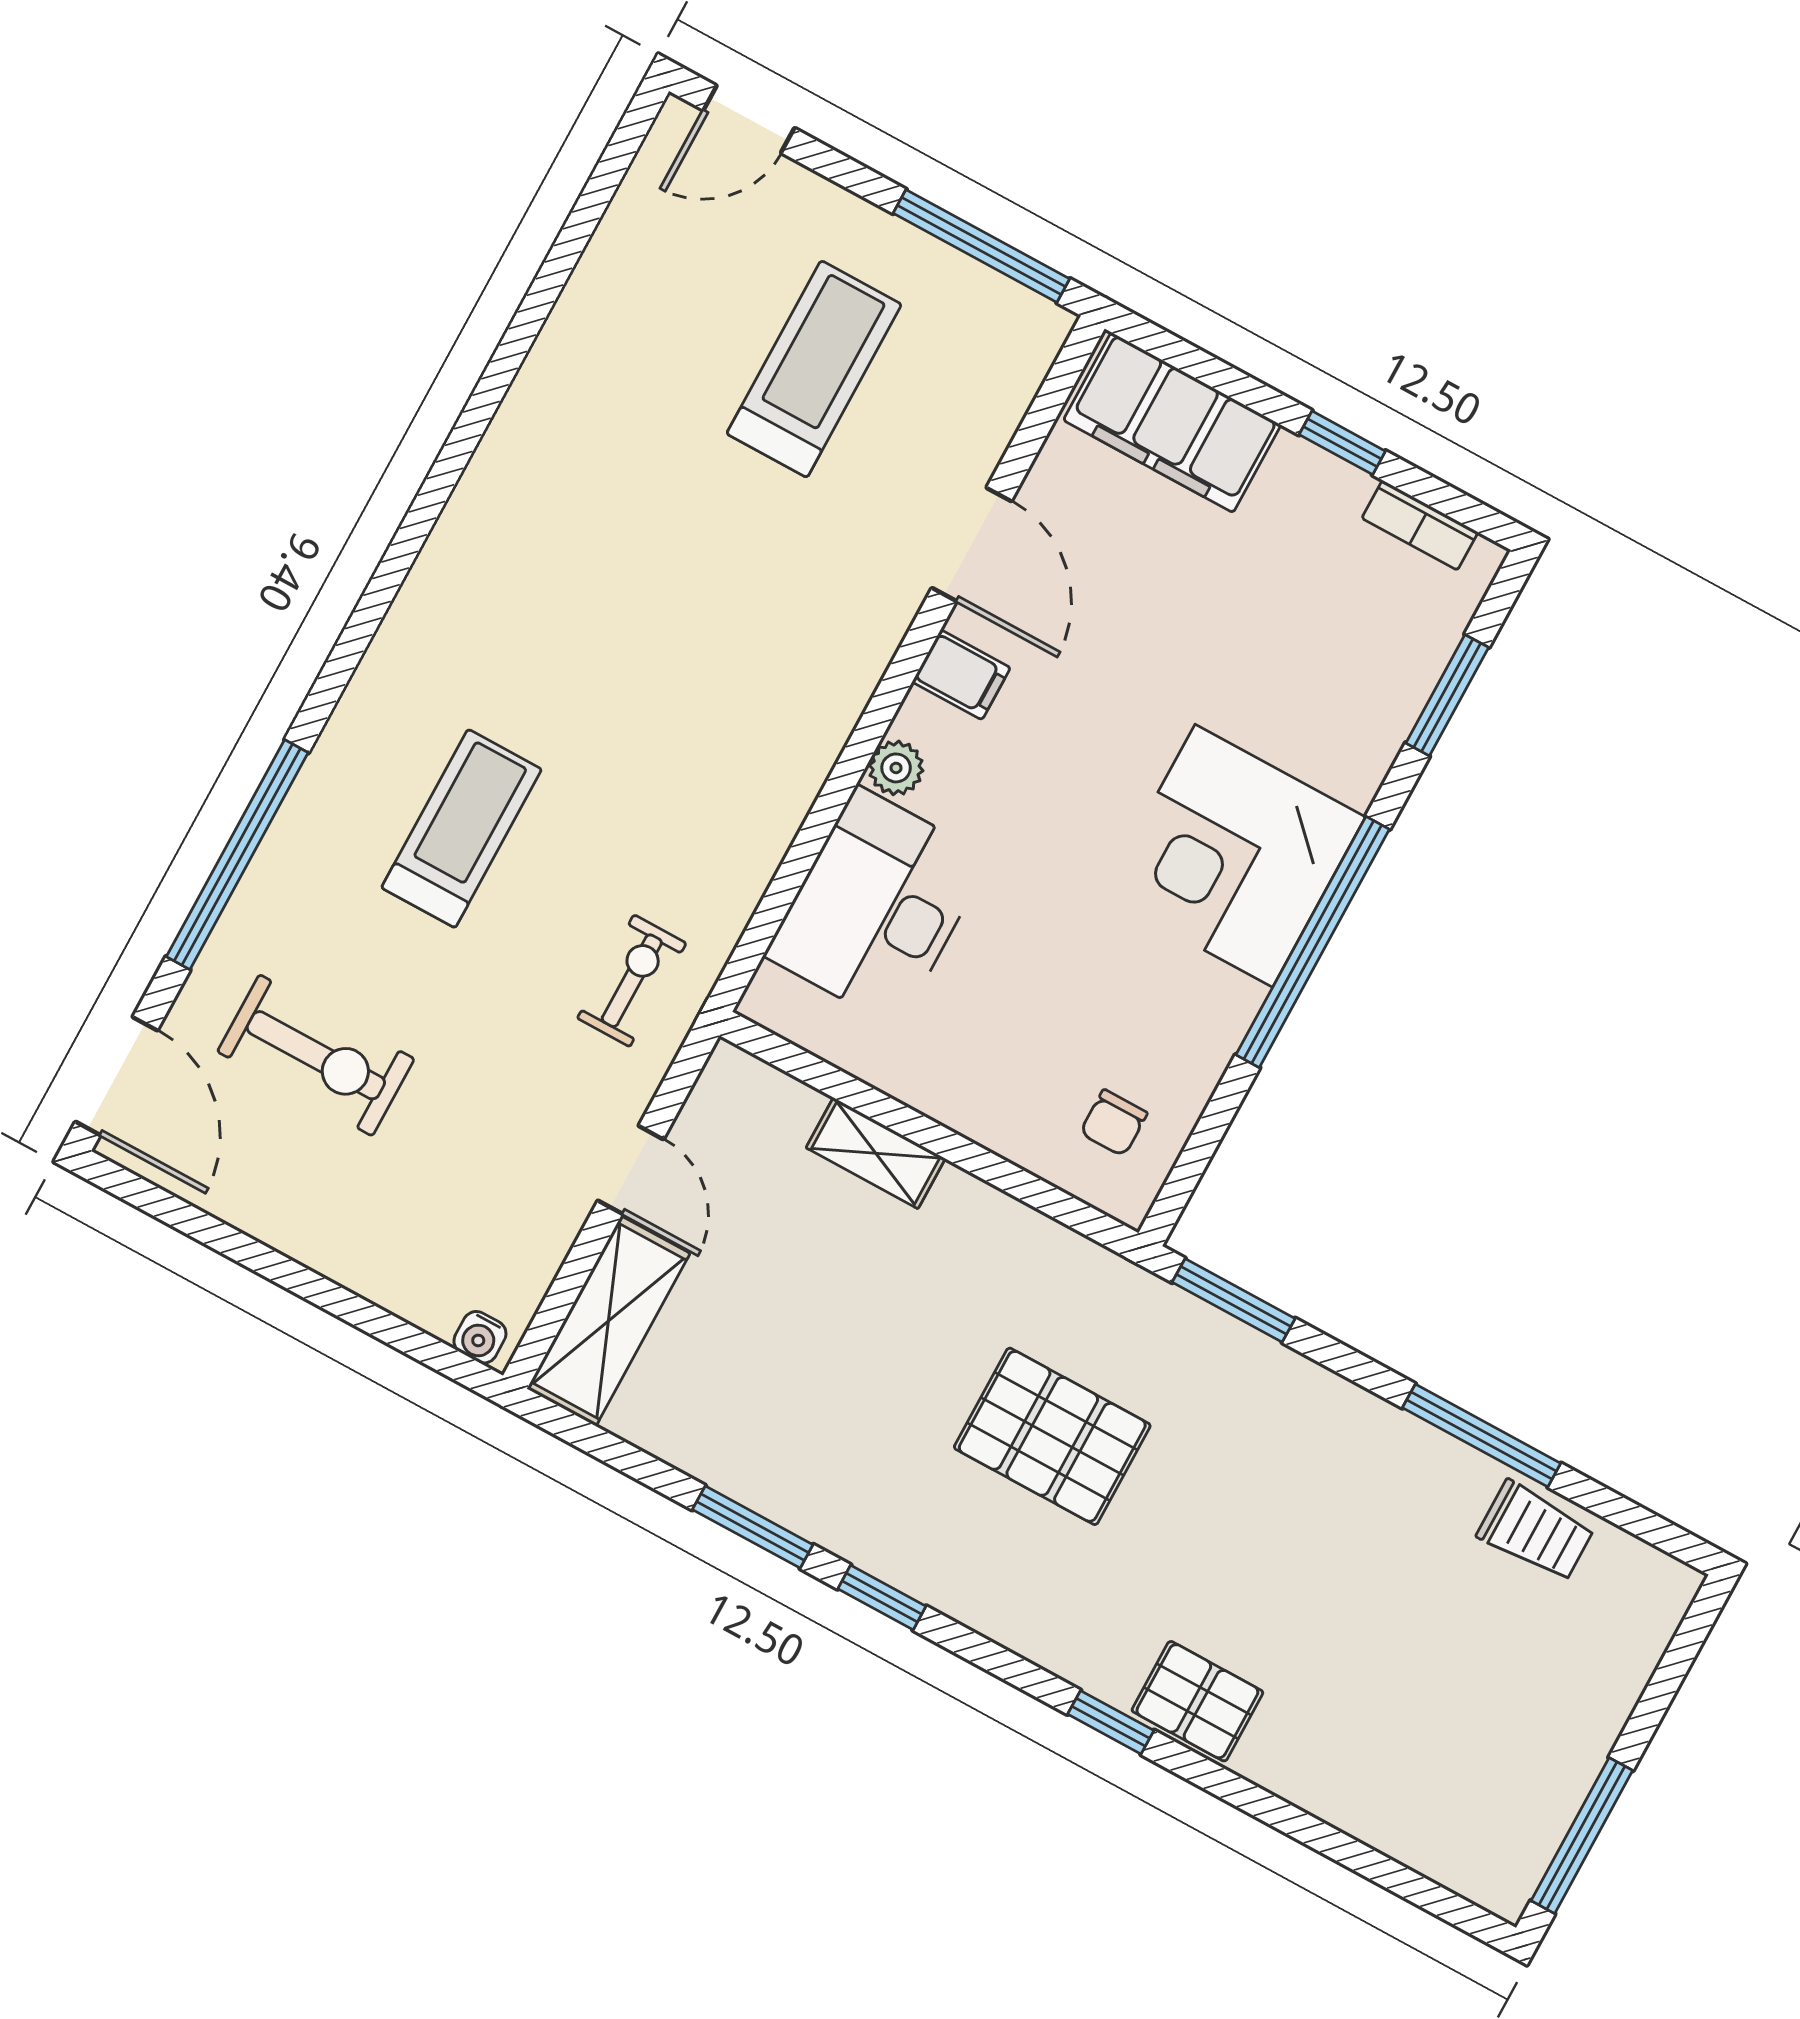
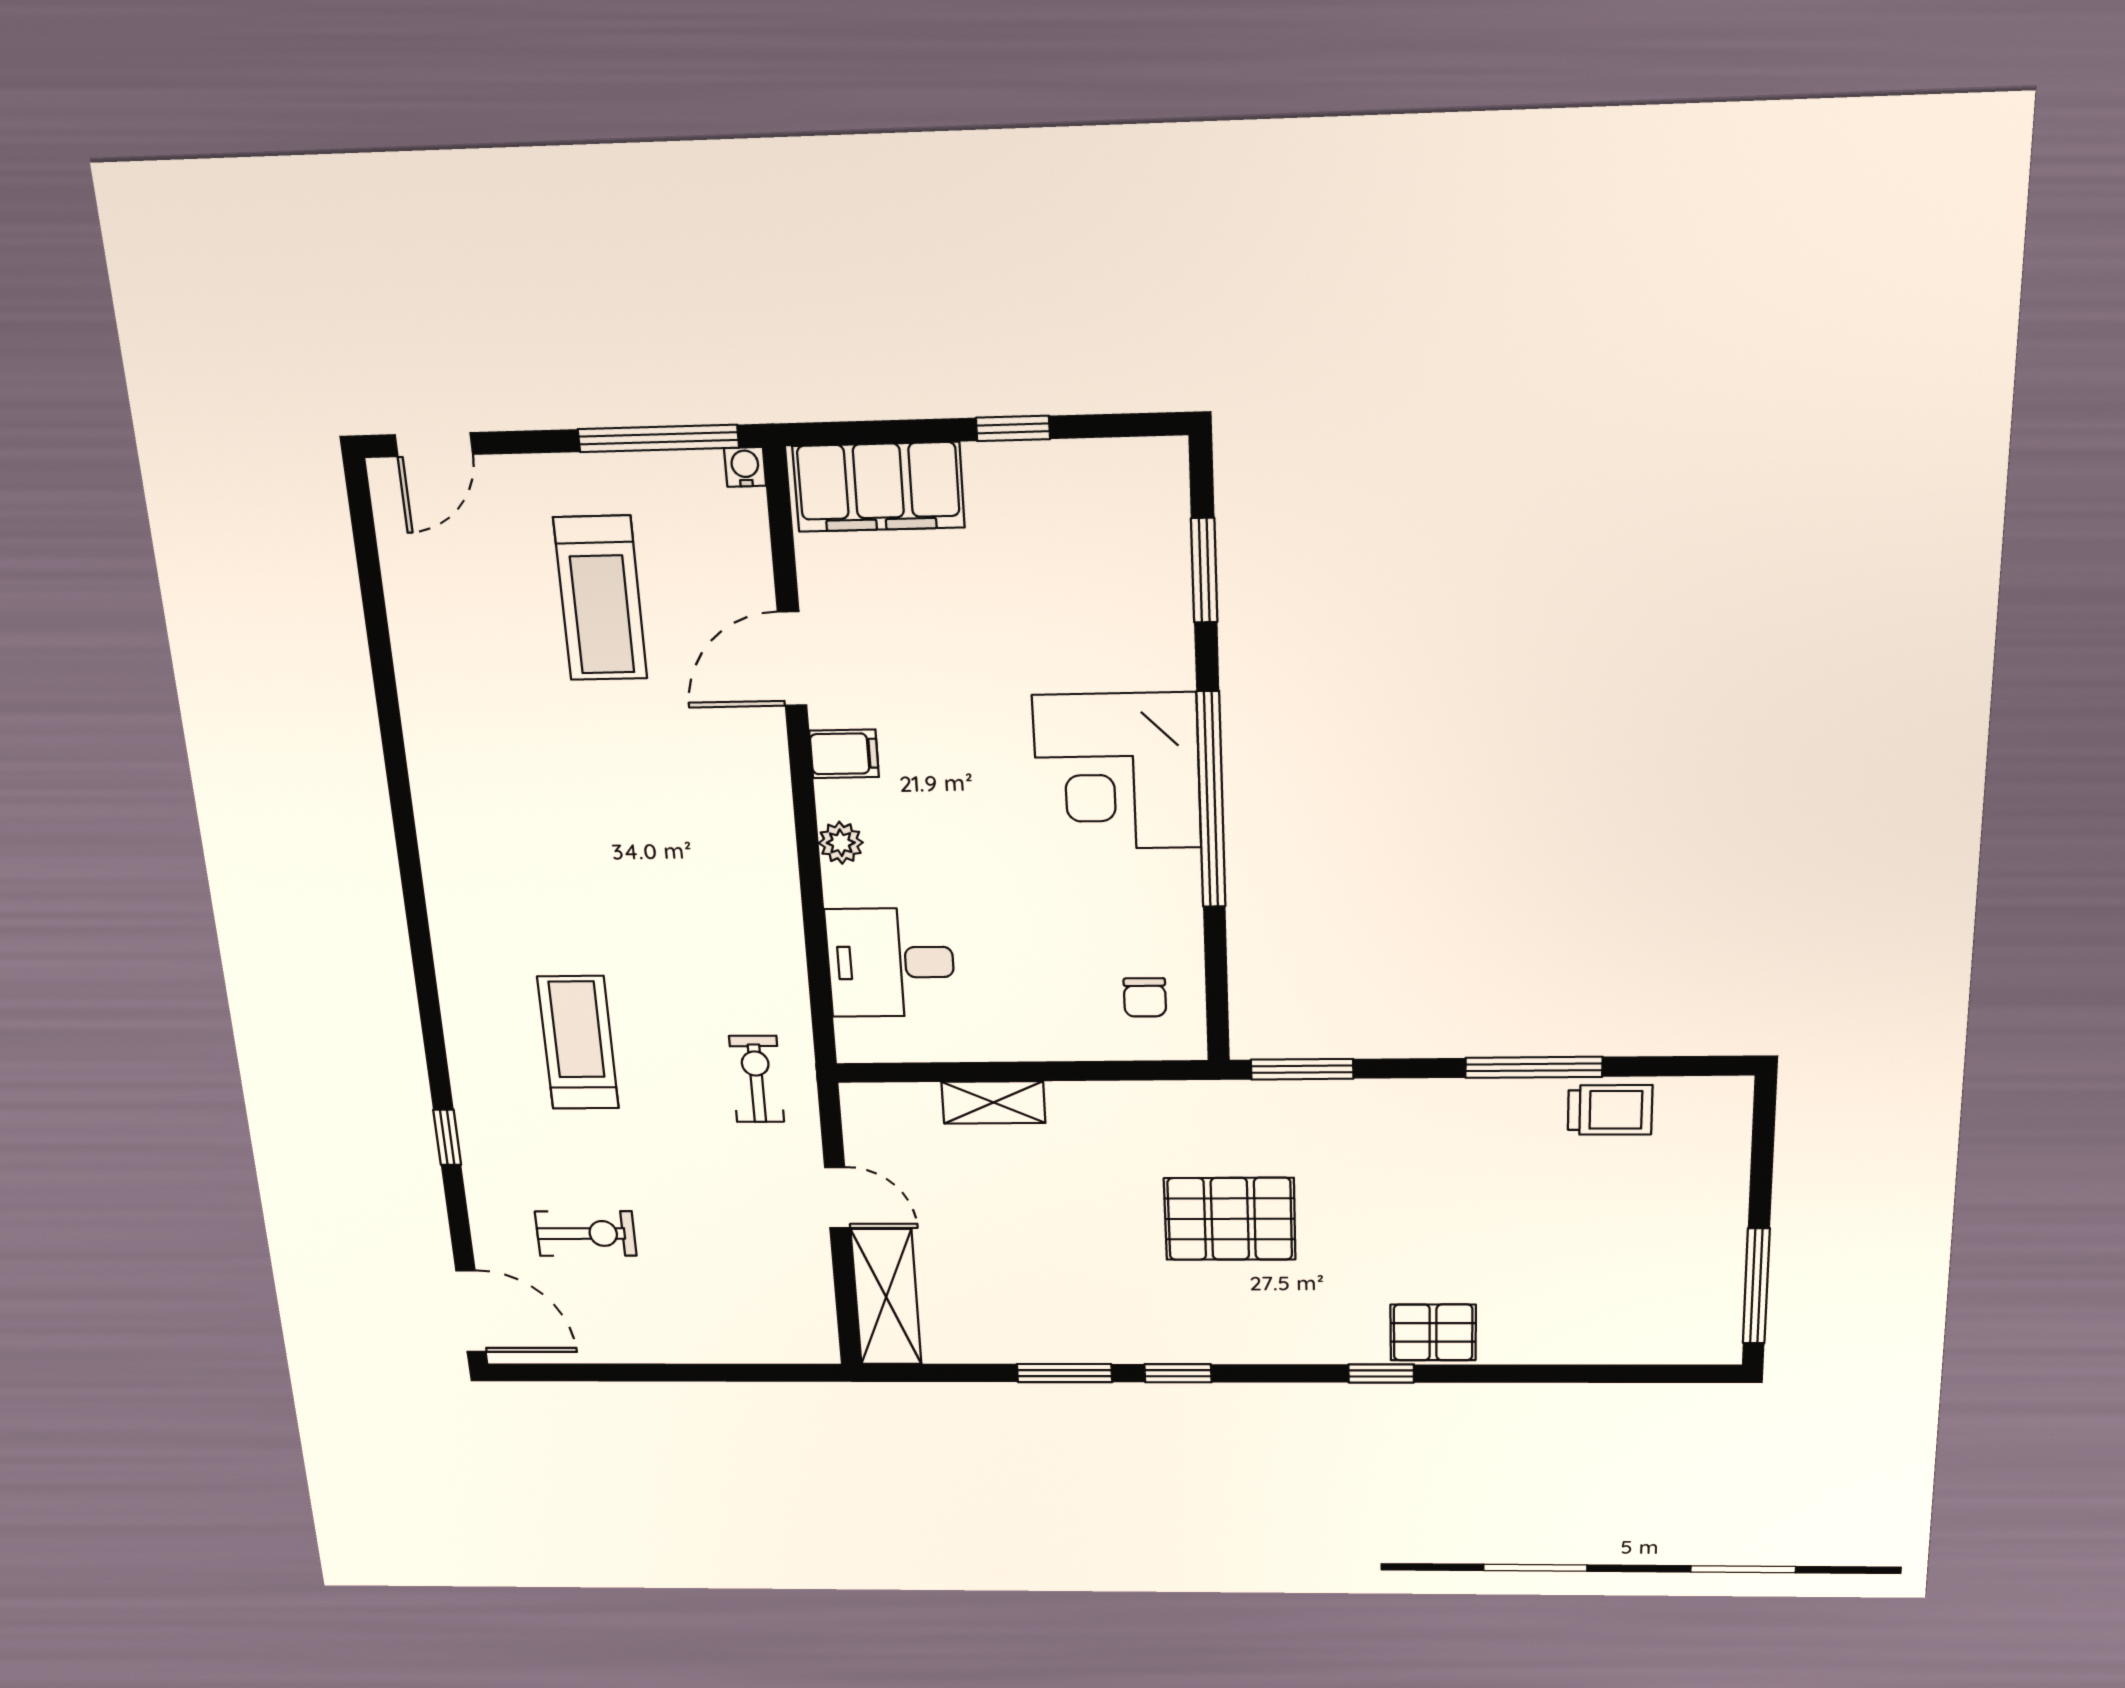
treadmill: (814, 369) -> (600, 598), turned 180
bookcase: (1420, 525) -> (1108, 456), removed
door: (972, 545) -> (792, 659), swing flipped
window: (237, 855) -> (447, 1137), width x0.32
desk: (877, 907) -> (891, 963), width x0.73
exercise bike: (316, 1055) -> (586, 1234), width x0.73, depth x0.72
water cooler: (480, 1337) -> (745, 467), moved, turned 180

